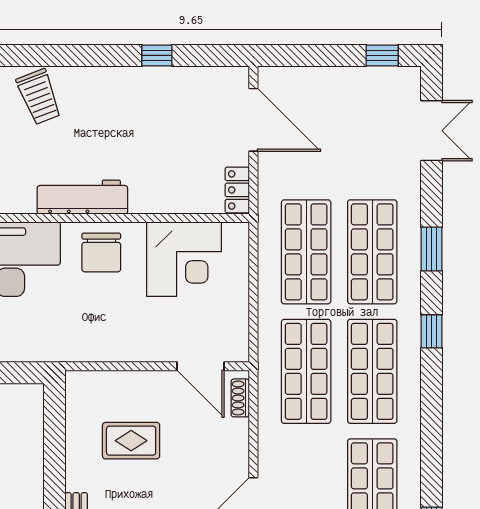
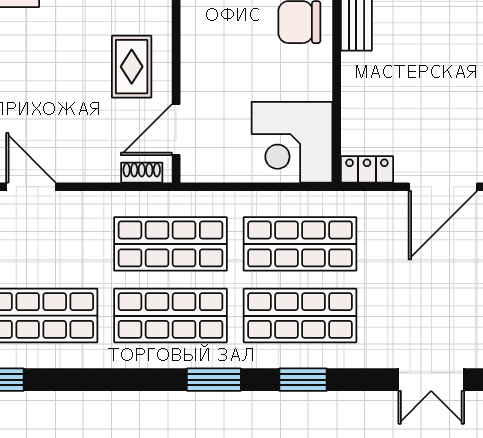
corner desk: (184, 259) -> (292, 142), moved
window: (431, 331) -> (214, 380), width x1.50
rug: (131, 441) -> (132, 67), moved

